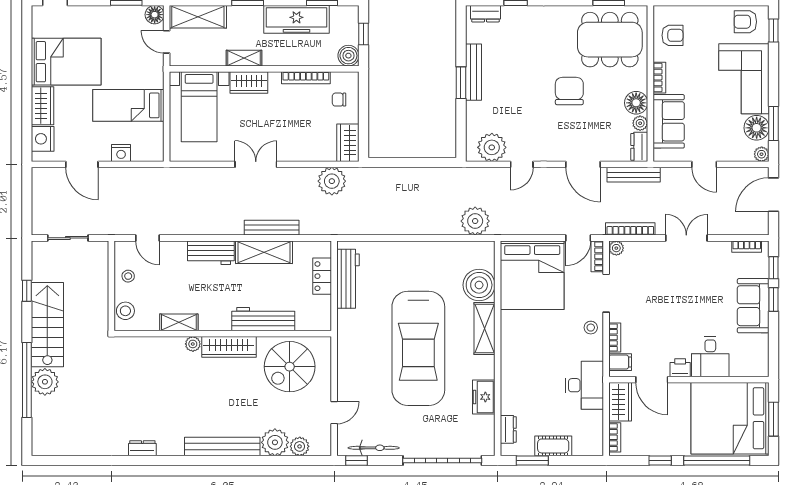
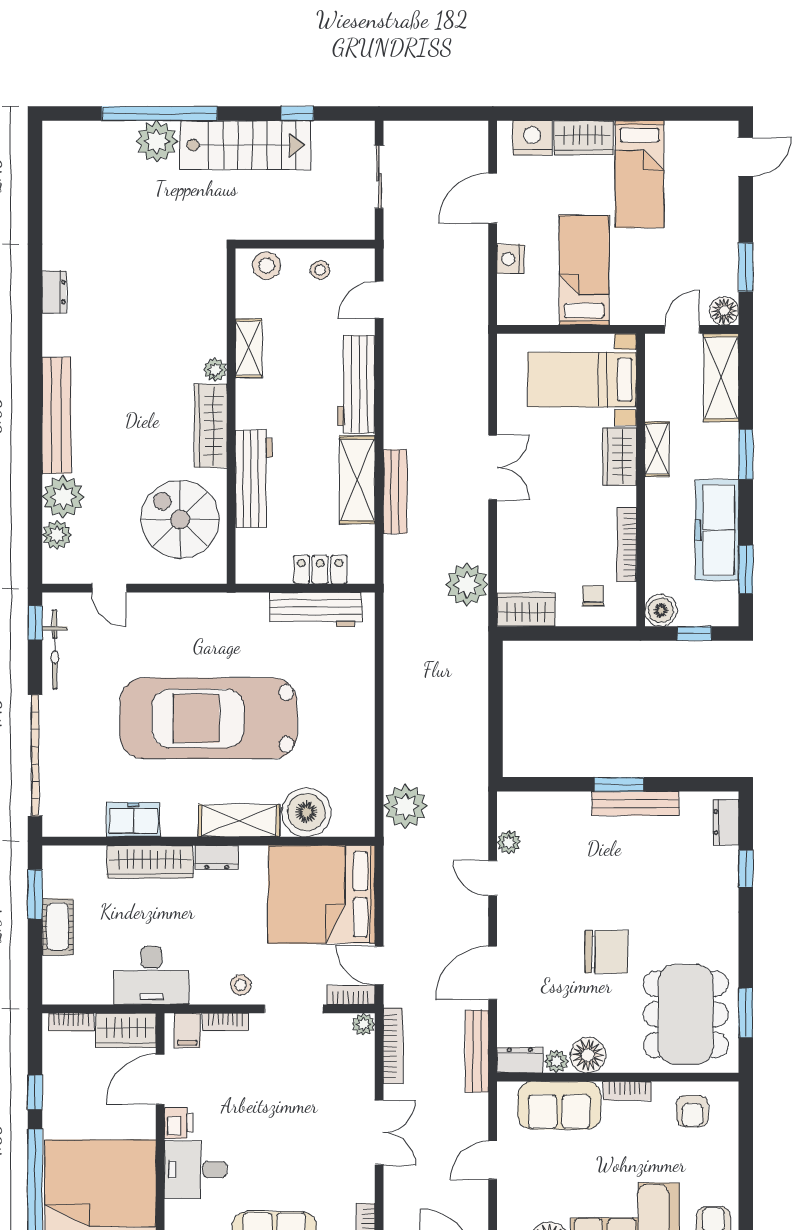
bed: (66, 62) -> (639, 174), width x0.67
plant: (492, 147) -> (509, 842), width x0.53, depth x0.53
workbench: (211, 253) -> (356, 384), width x1.38
wardrobe: (511, 386) -> (150, 862), added
dresser: (508, 429) -> (217, 858), moved

